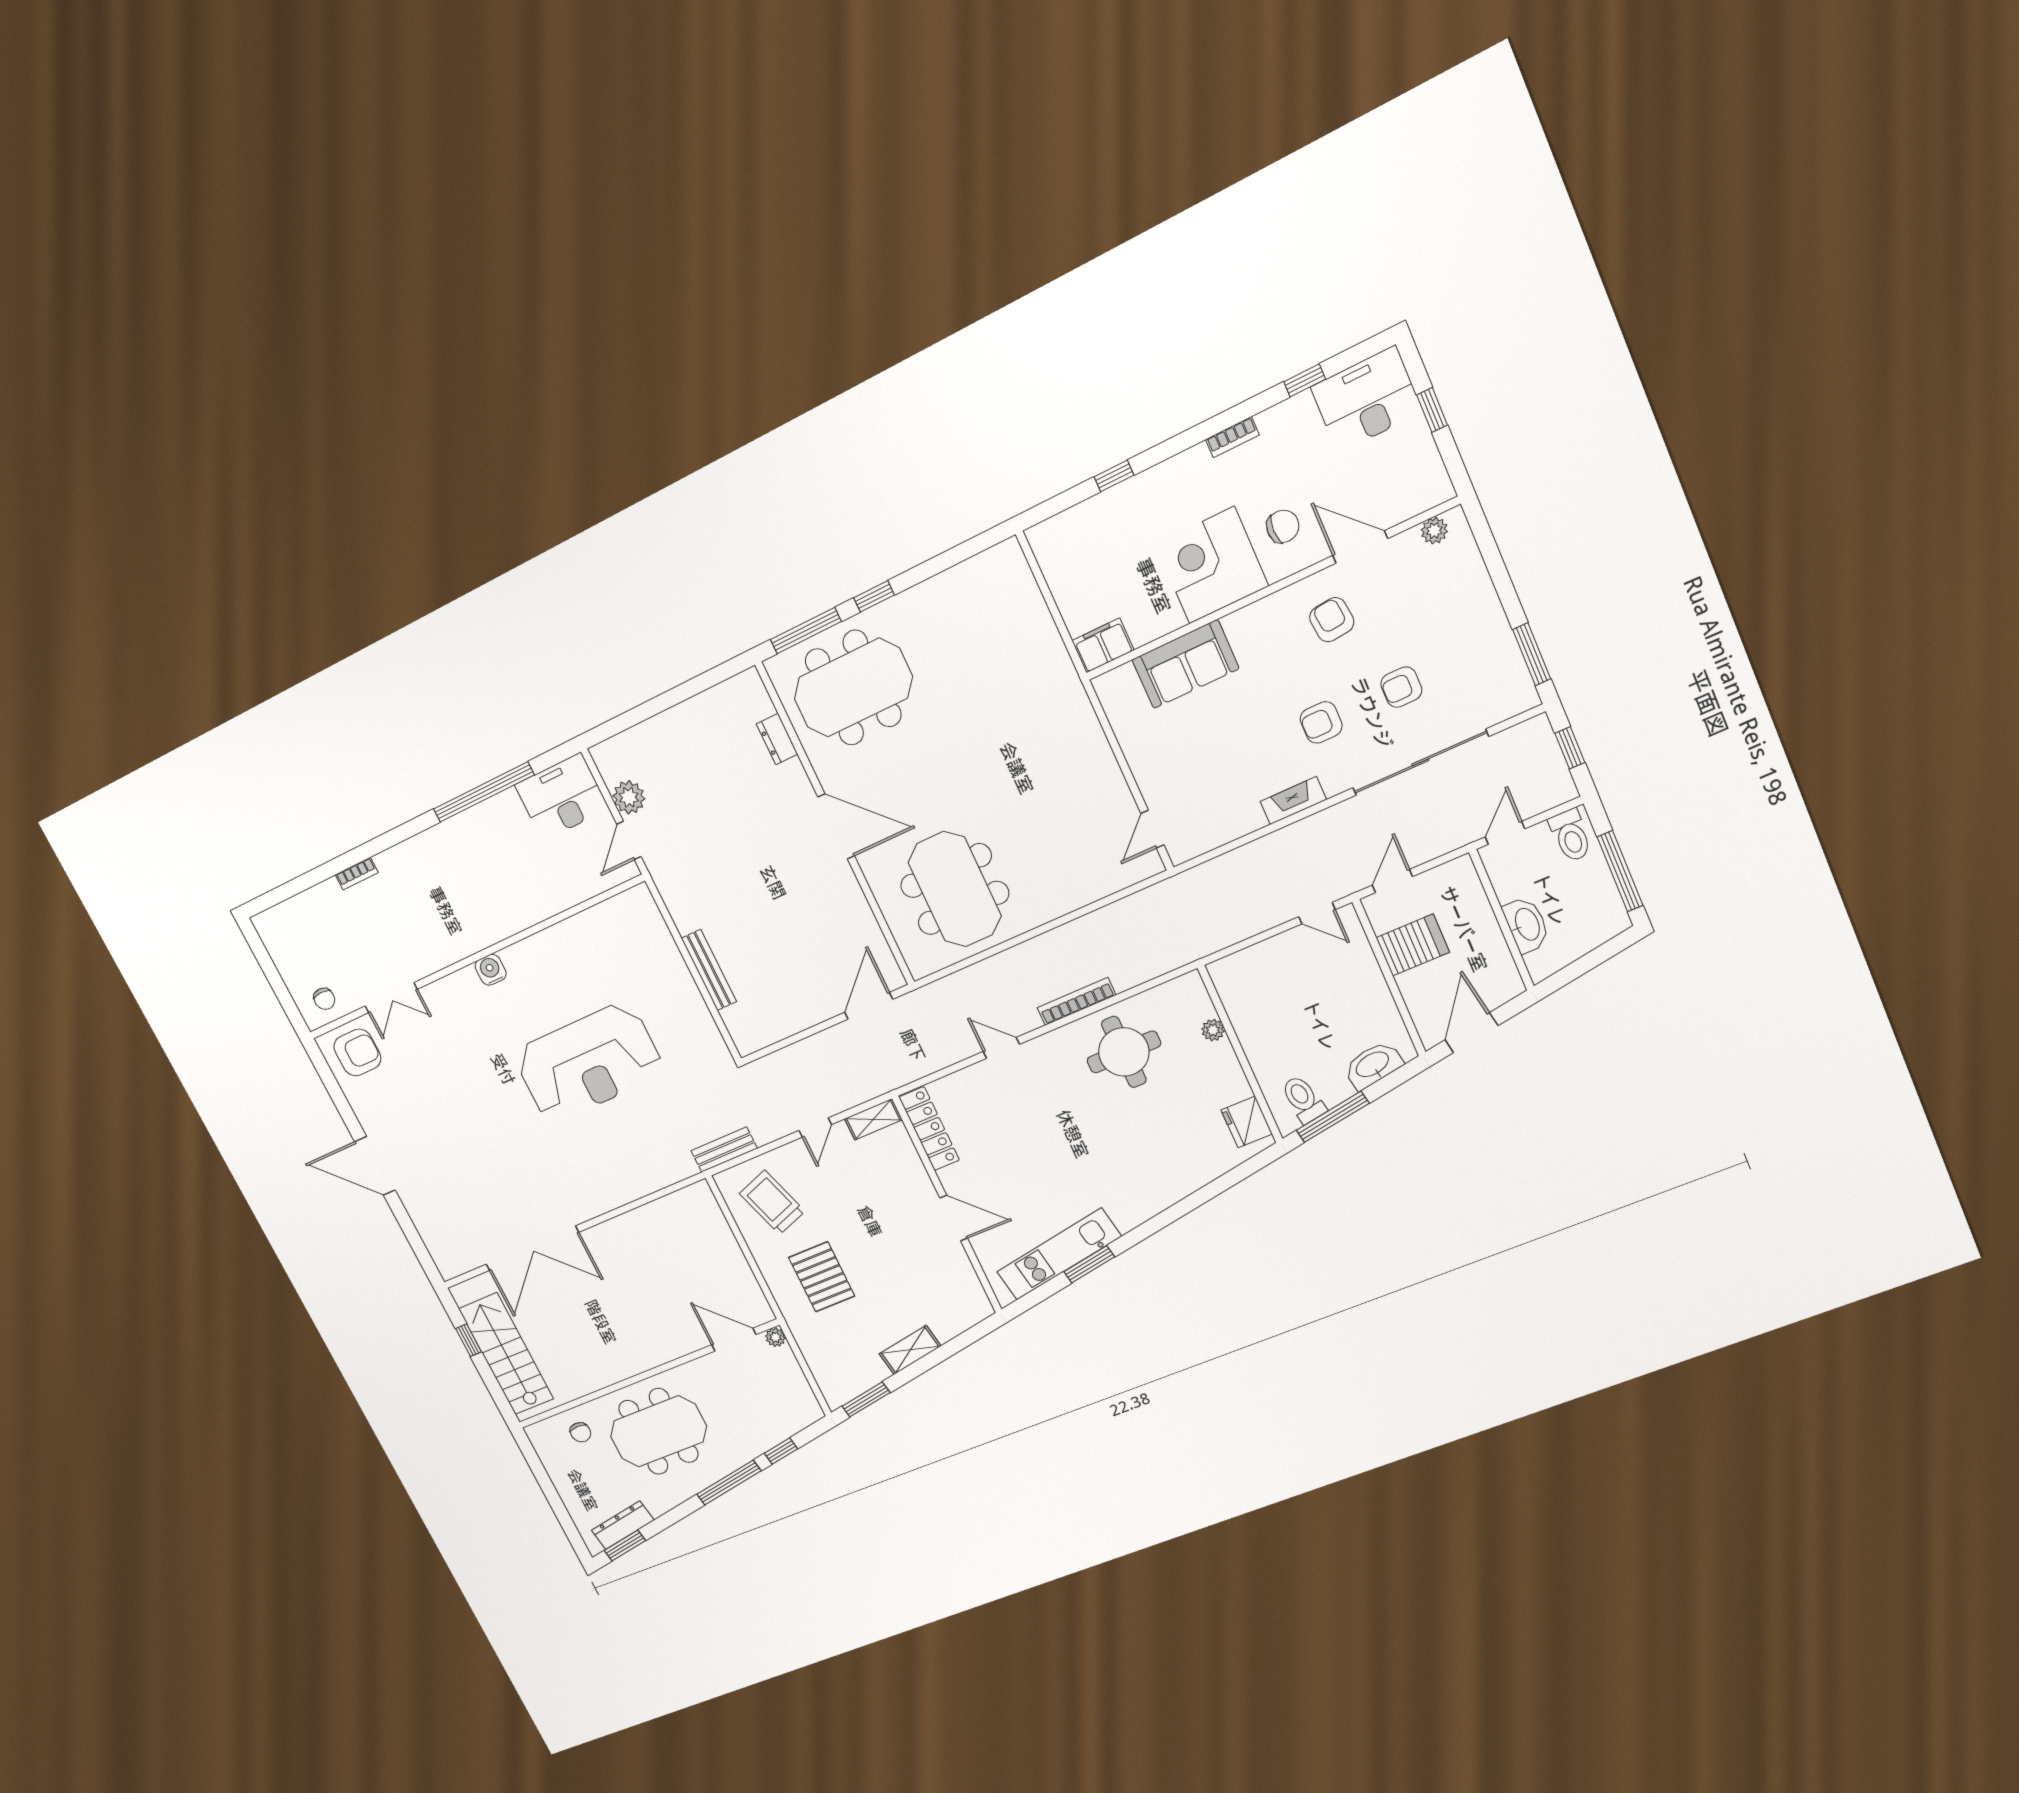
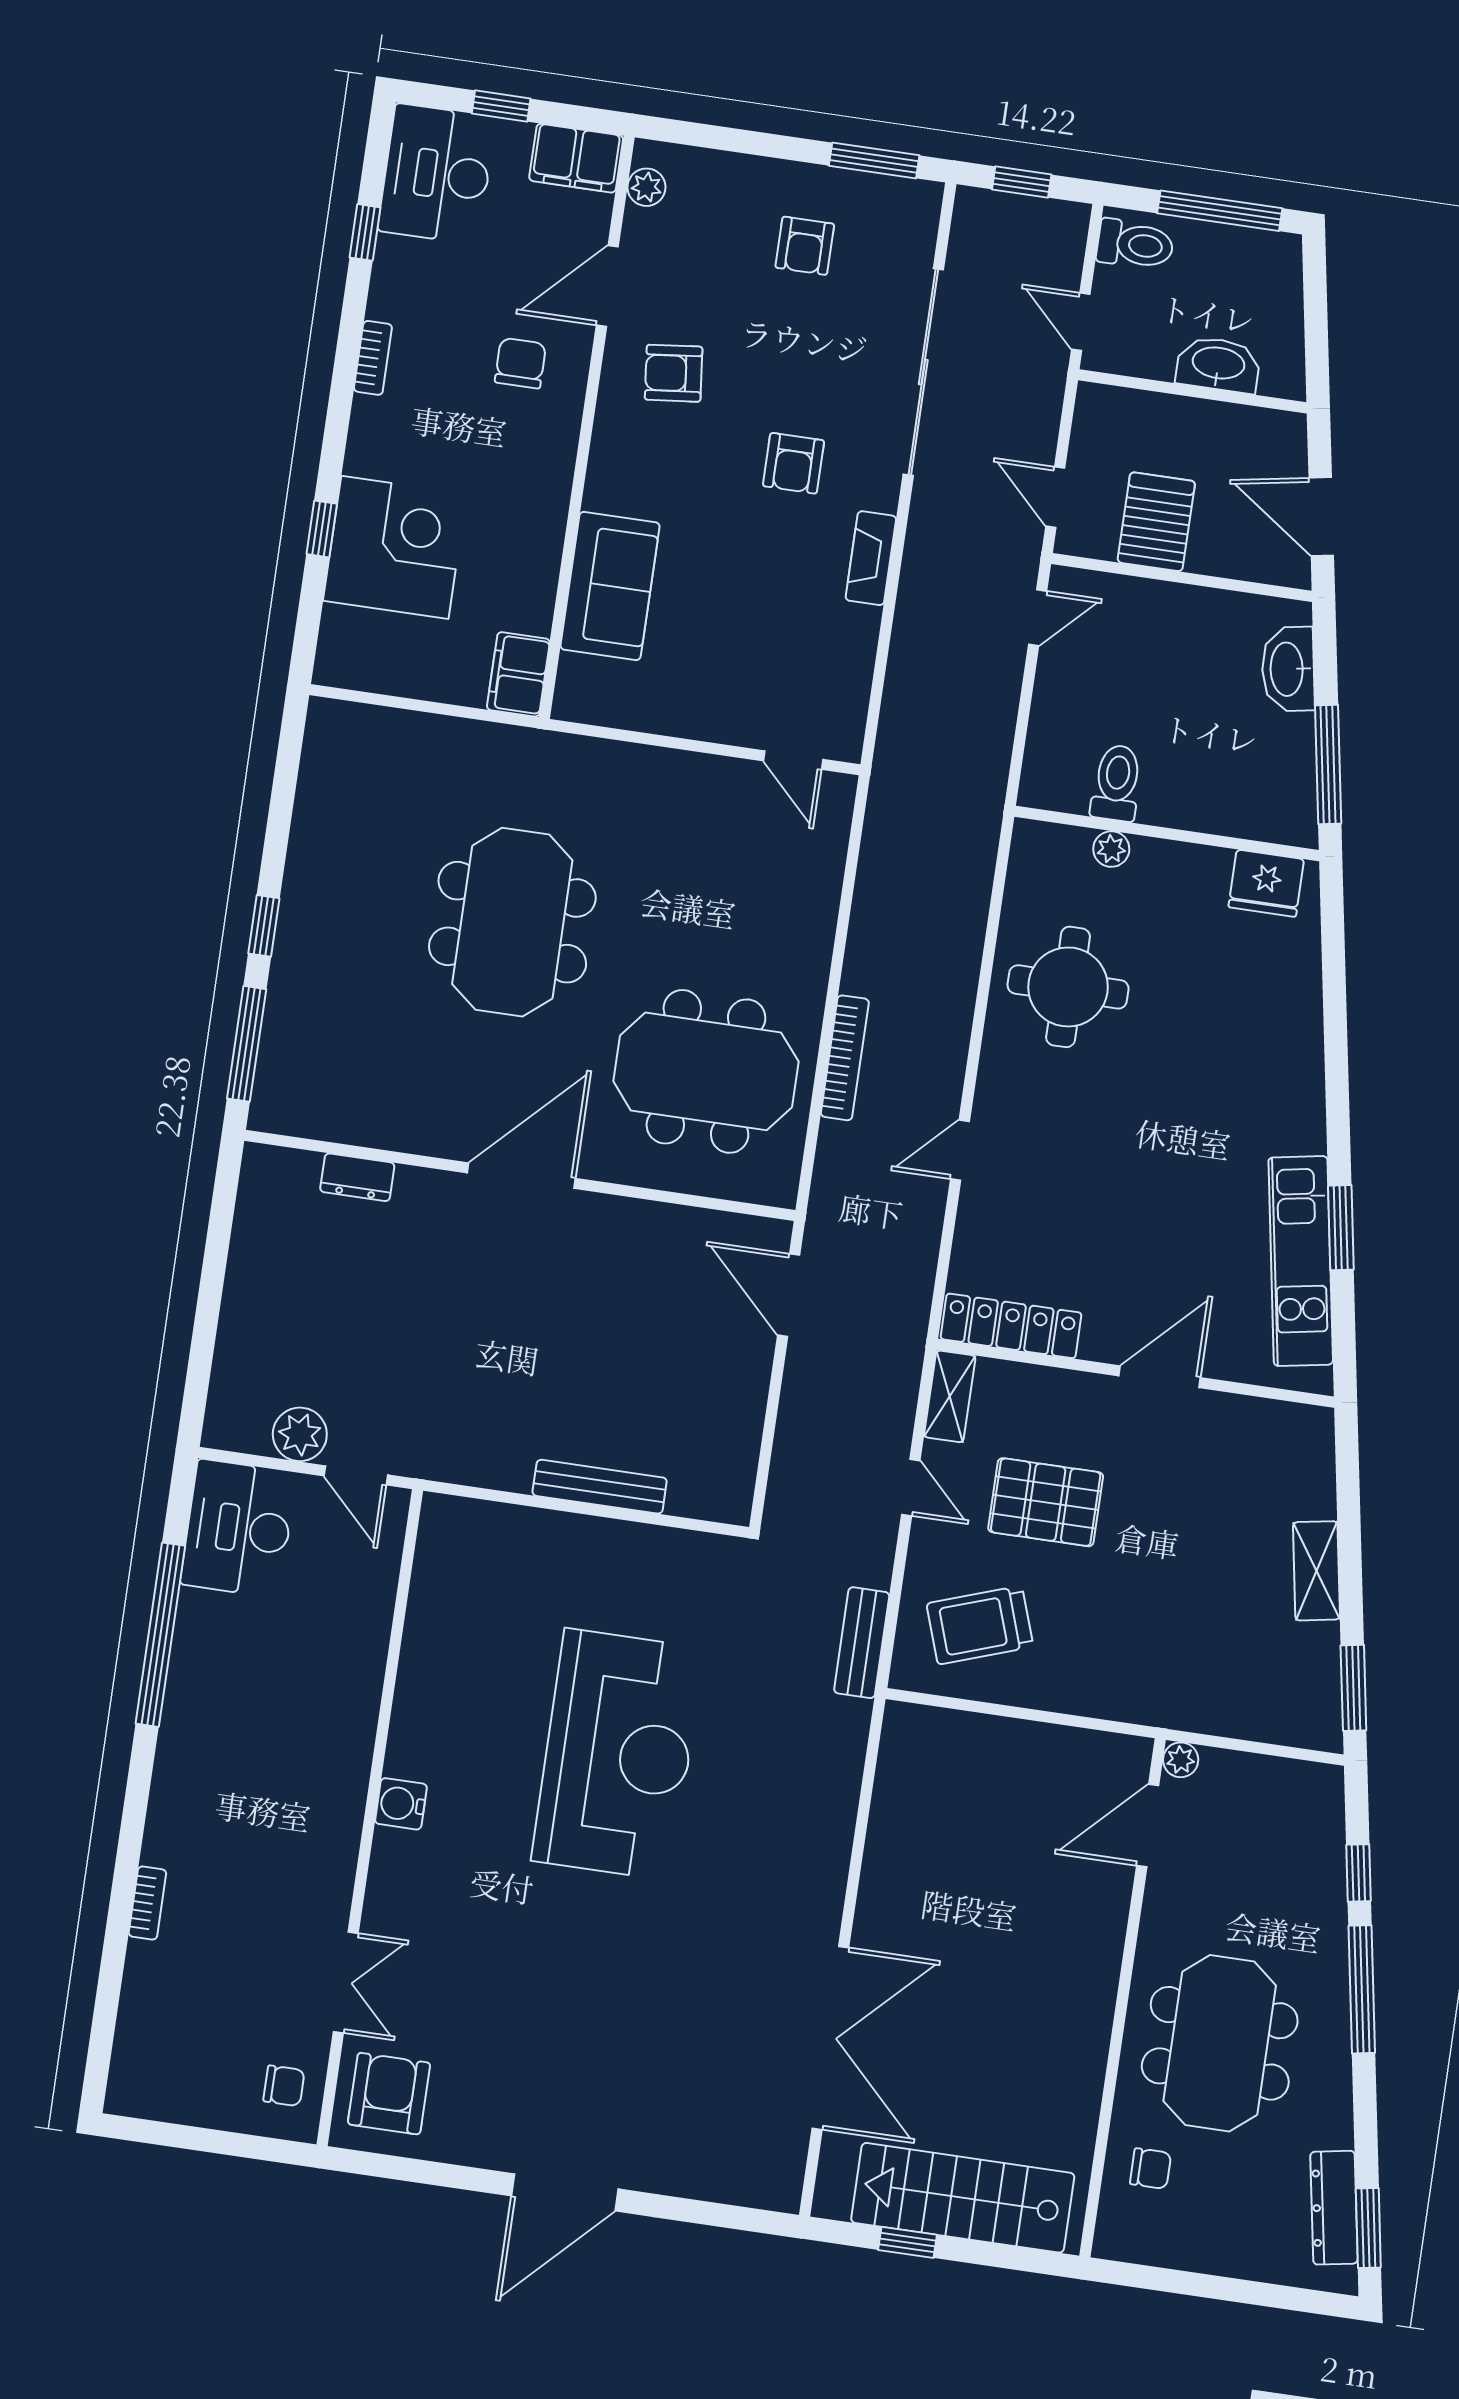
filing cabinet: (1427, 477) -> (576, 158), added
corner desk: (1212, 565) -> (395, 547), moved, turned 180
armchair: (1401, 687) -> (805, 246), moved
meeting table: (853, 688) -> (512, 922), moved
bookcase: (1076, 1001) -> (845, 1058), moved, turned 180
toilet: (1303, 1099) -> (1117, 783), moved, turned 100
pallet: (822, 1277) -> (1046, 1502), moved

